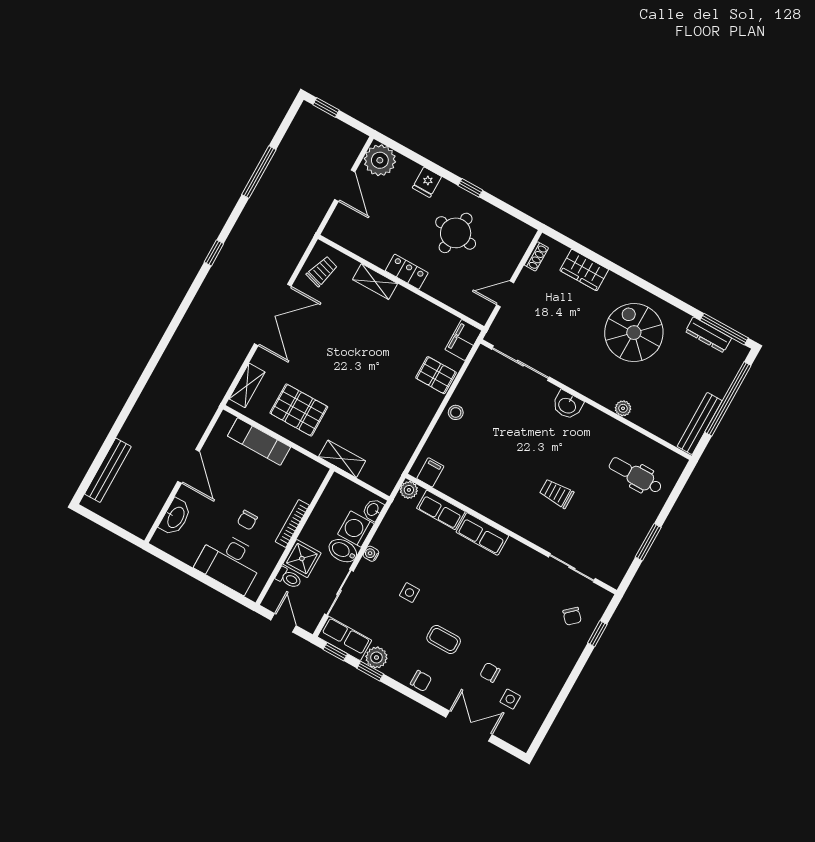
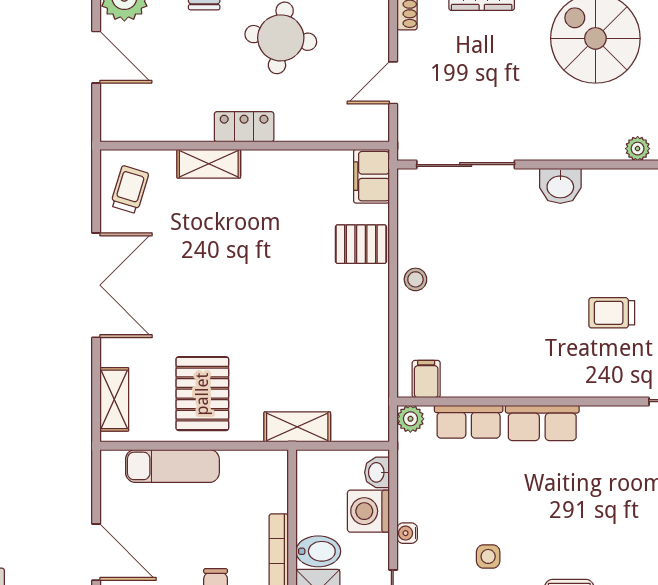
pallet: (299, 410) -> (202, 394), turned 90
bidet: (343, 551) -> (318, 551), moved, turned 180

